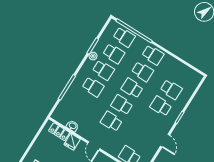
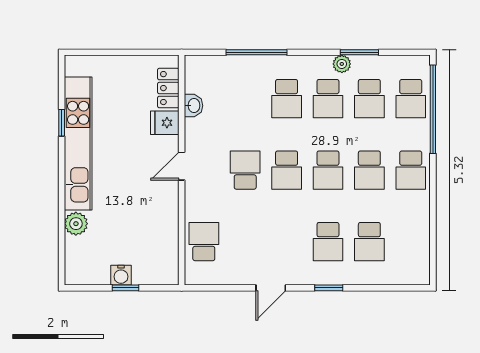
school desk: (132, 88) -> (328, 170), turned 180
school desk: (122, 105) -> (287, 170), turned 180
school desk: (161, 106) -> (328, 242), turned 180

